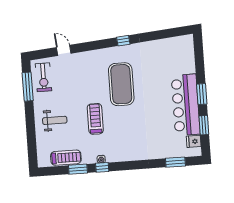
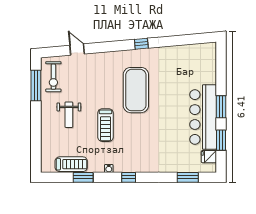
treadmill: (95, 119) -> (105, 125), turned 180
weight bench: (55, 120) -> (69, 115), moved, turned 90
window: (102, 167) -> (129, 177), moved

